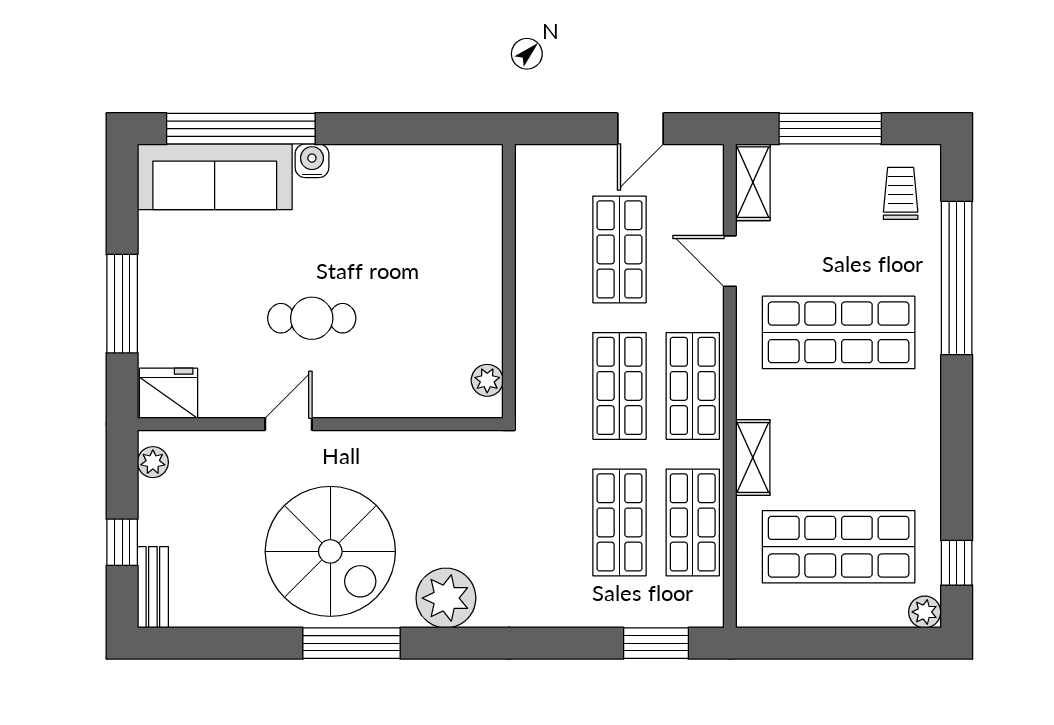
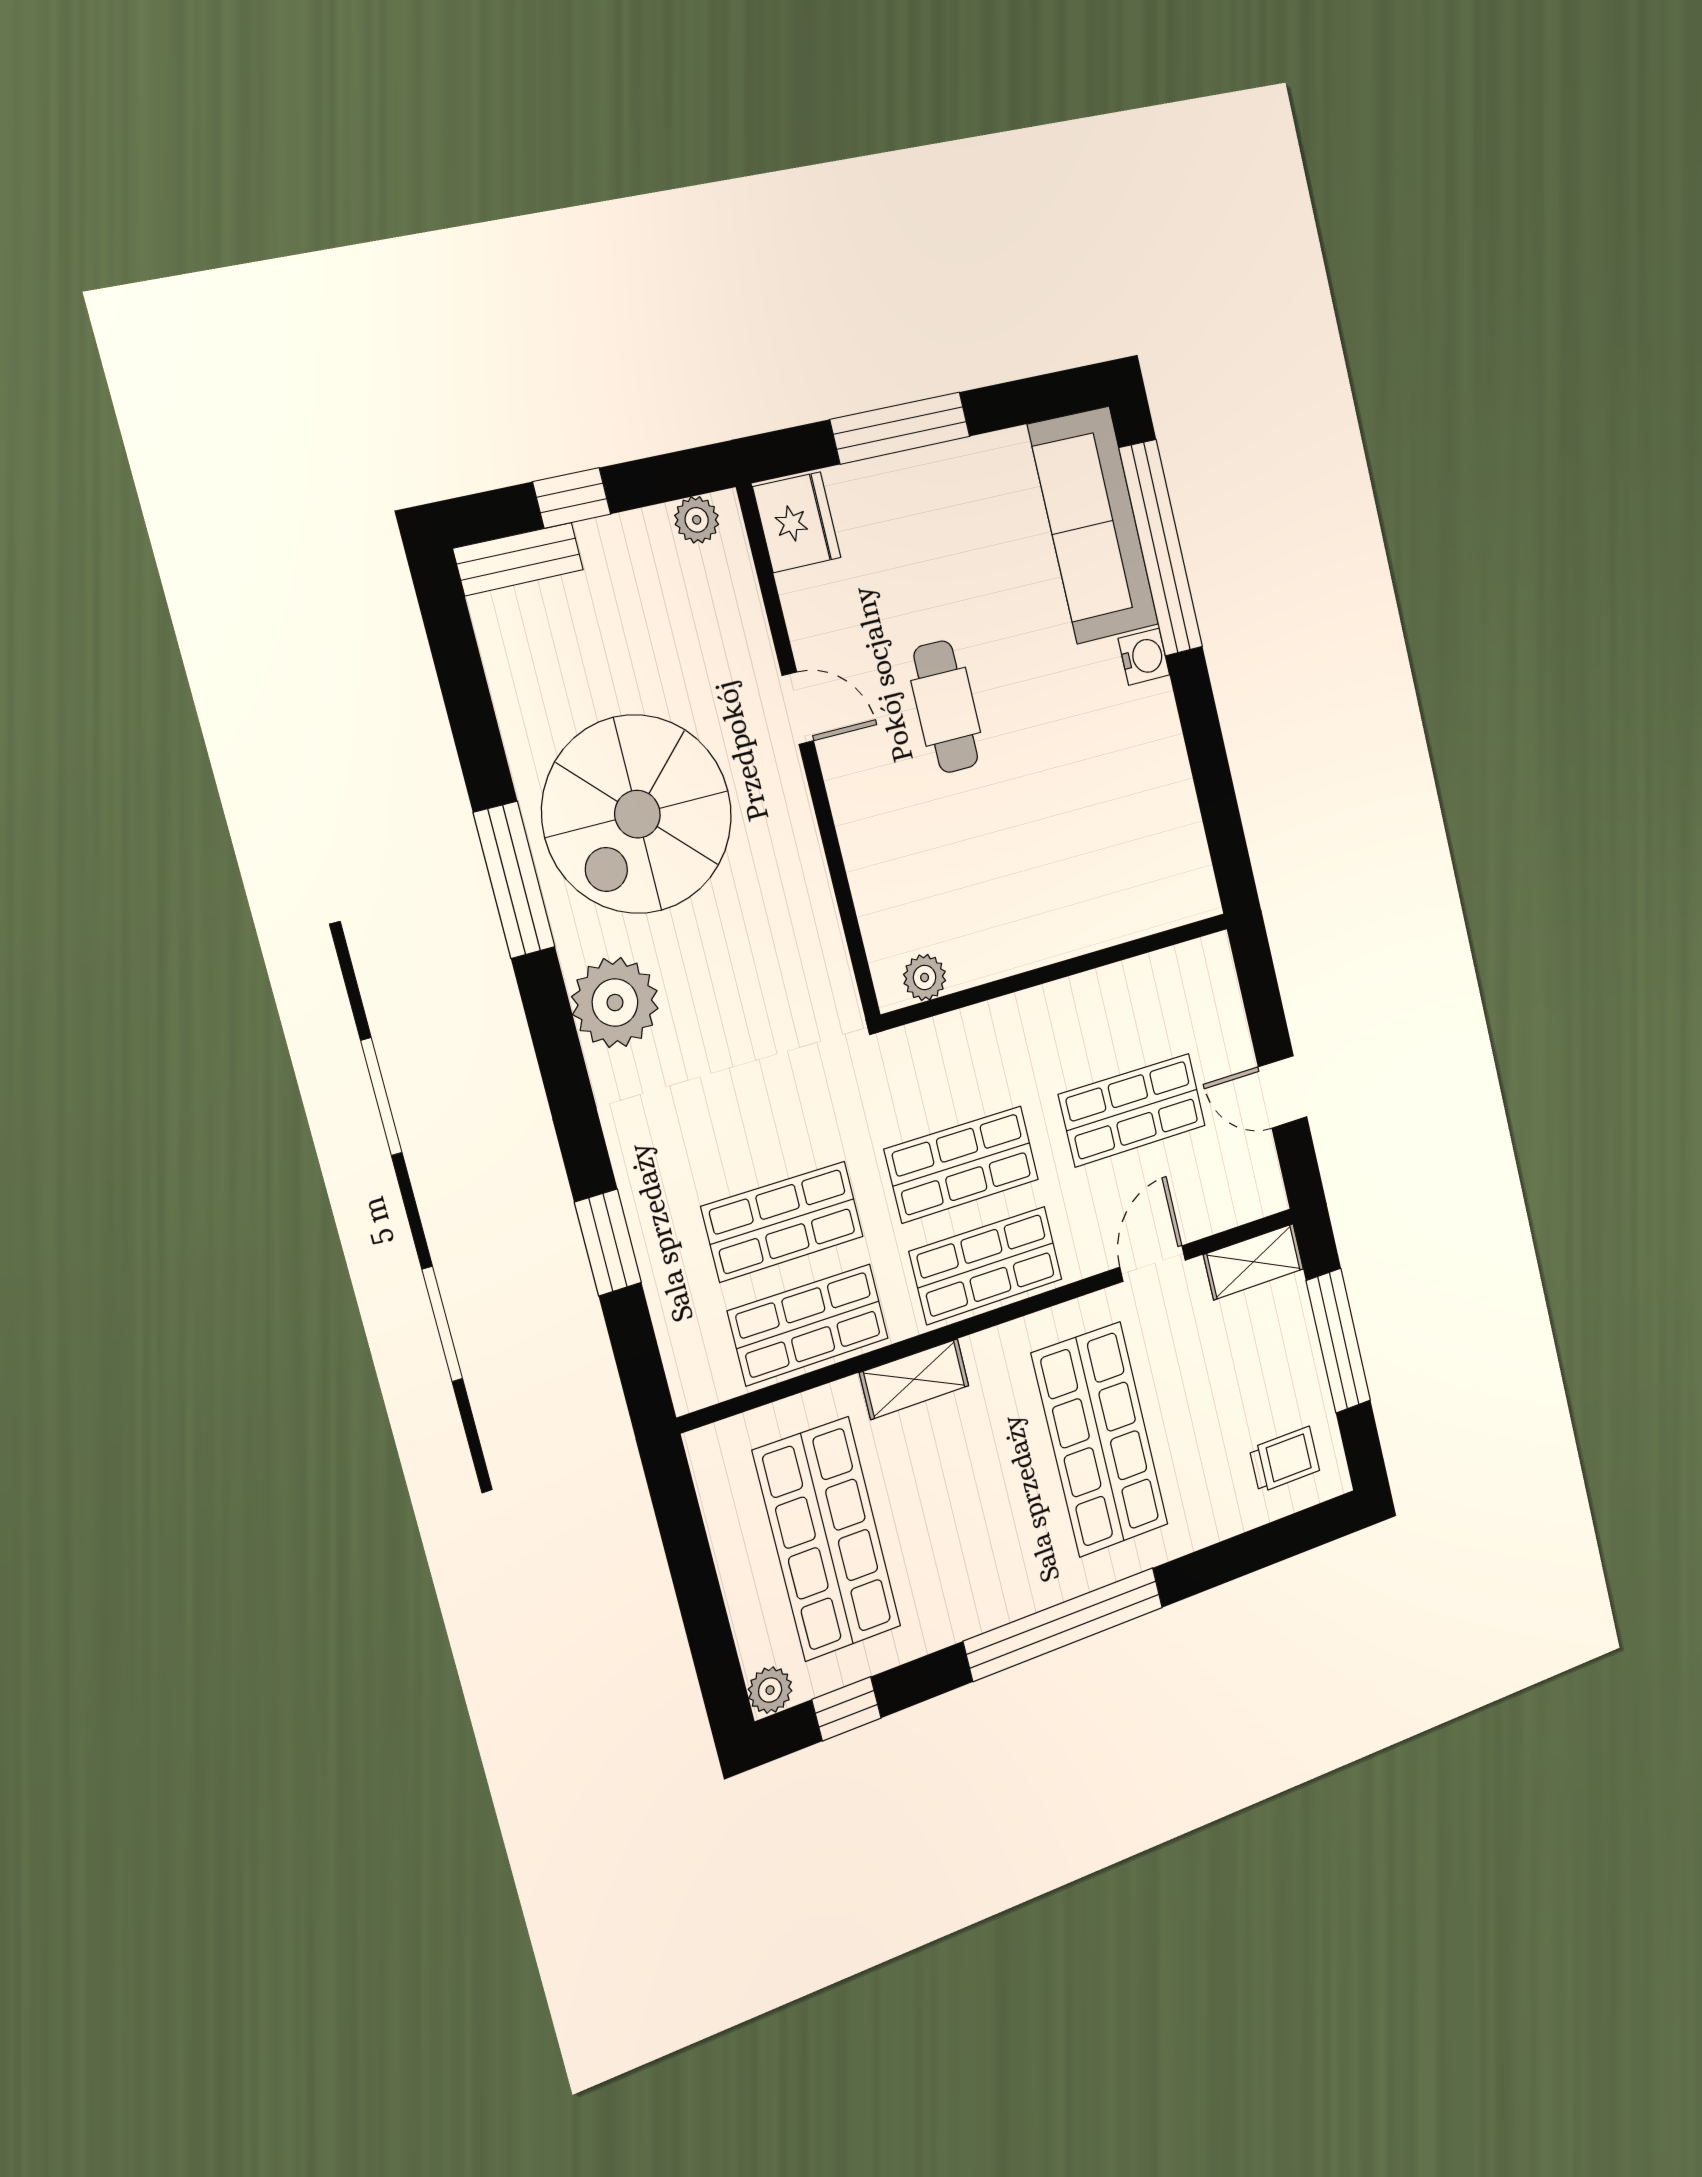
window: (957, 278) -> (1064, 1624), moved
window: (656, 643) -> (608, 1242), moved

